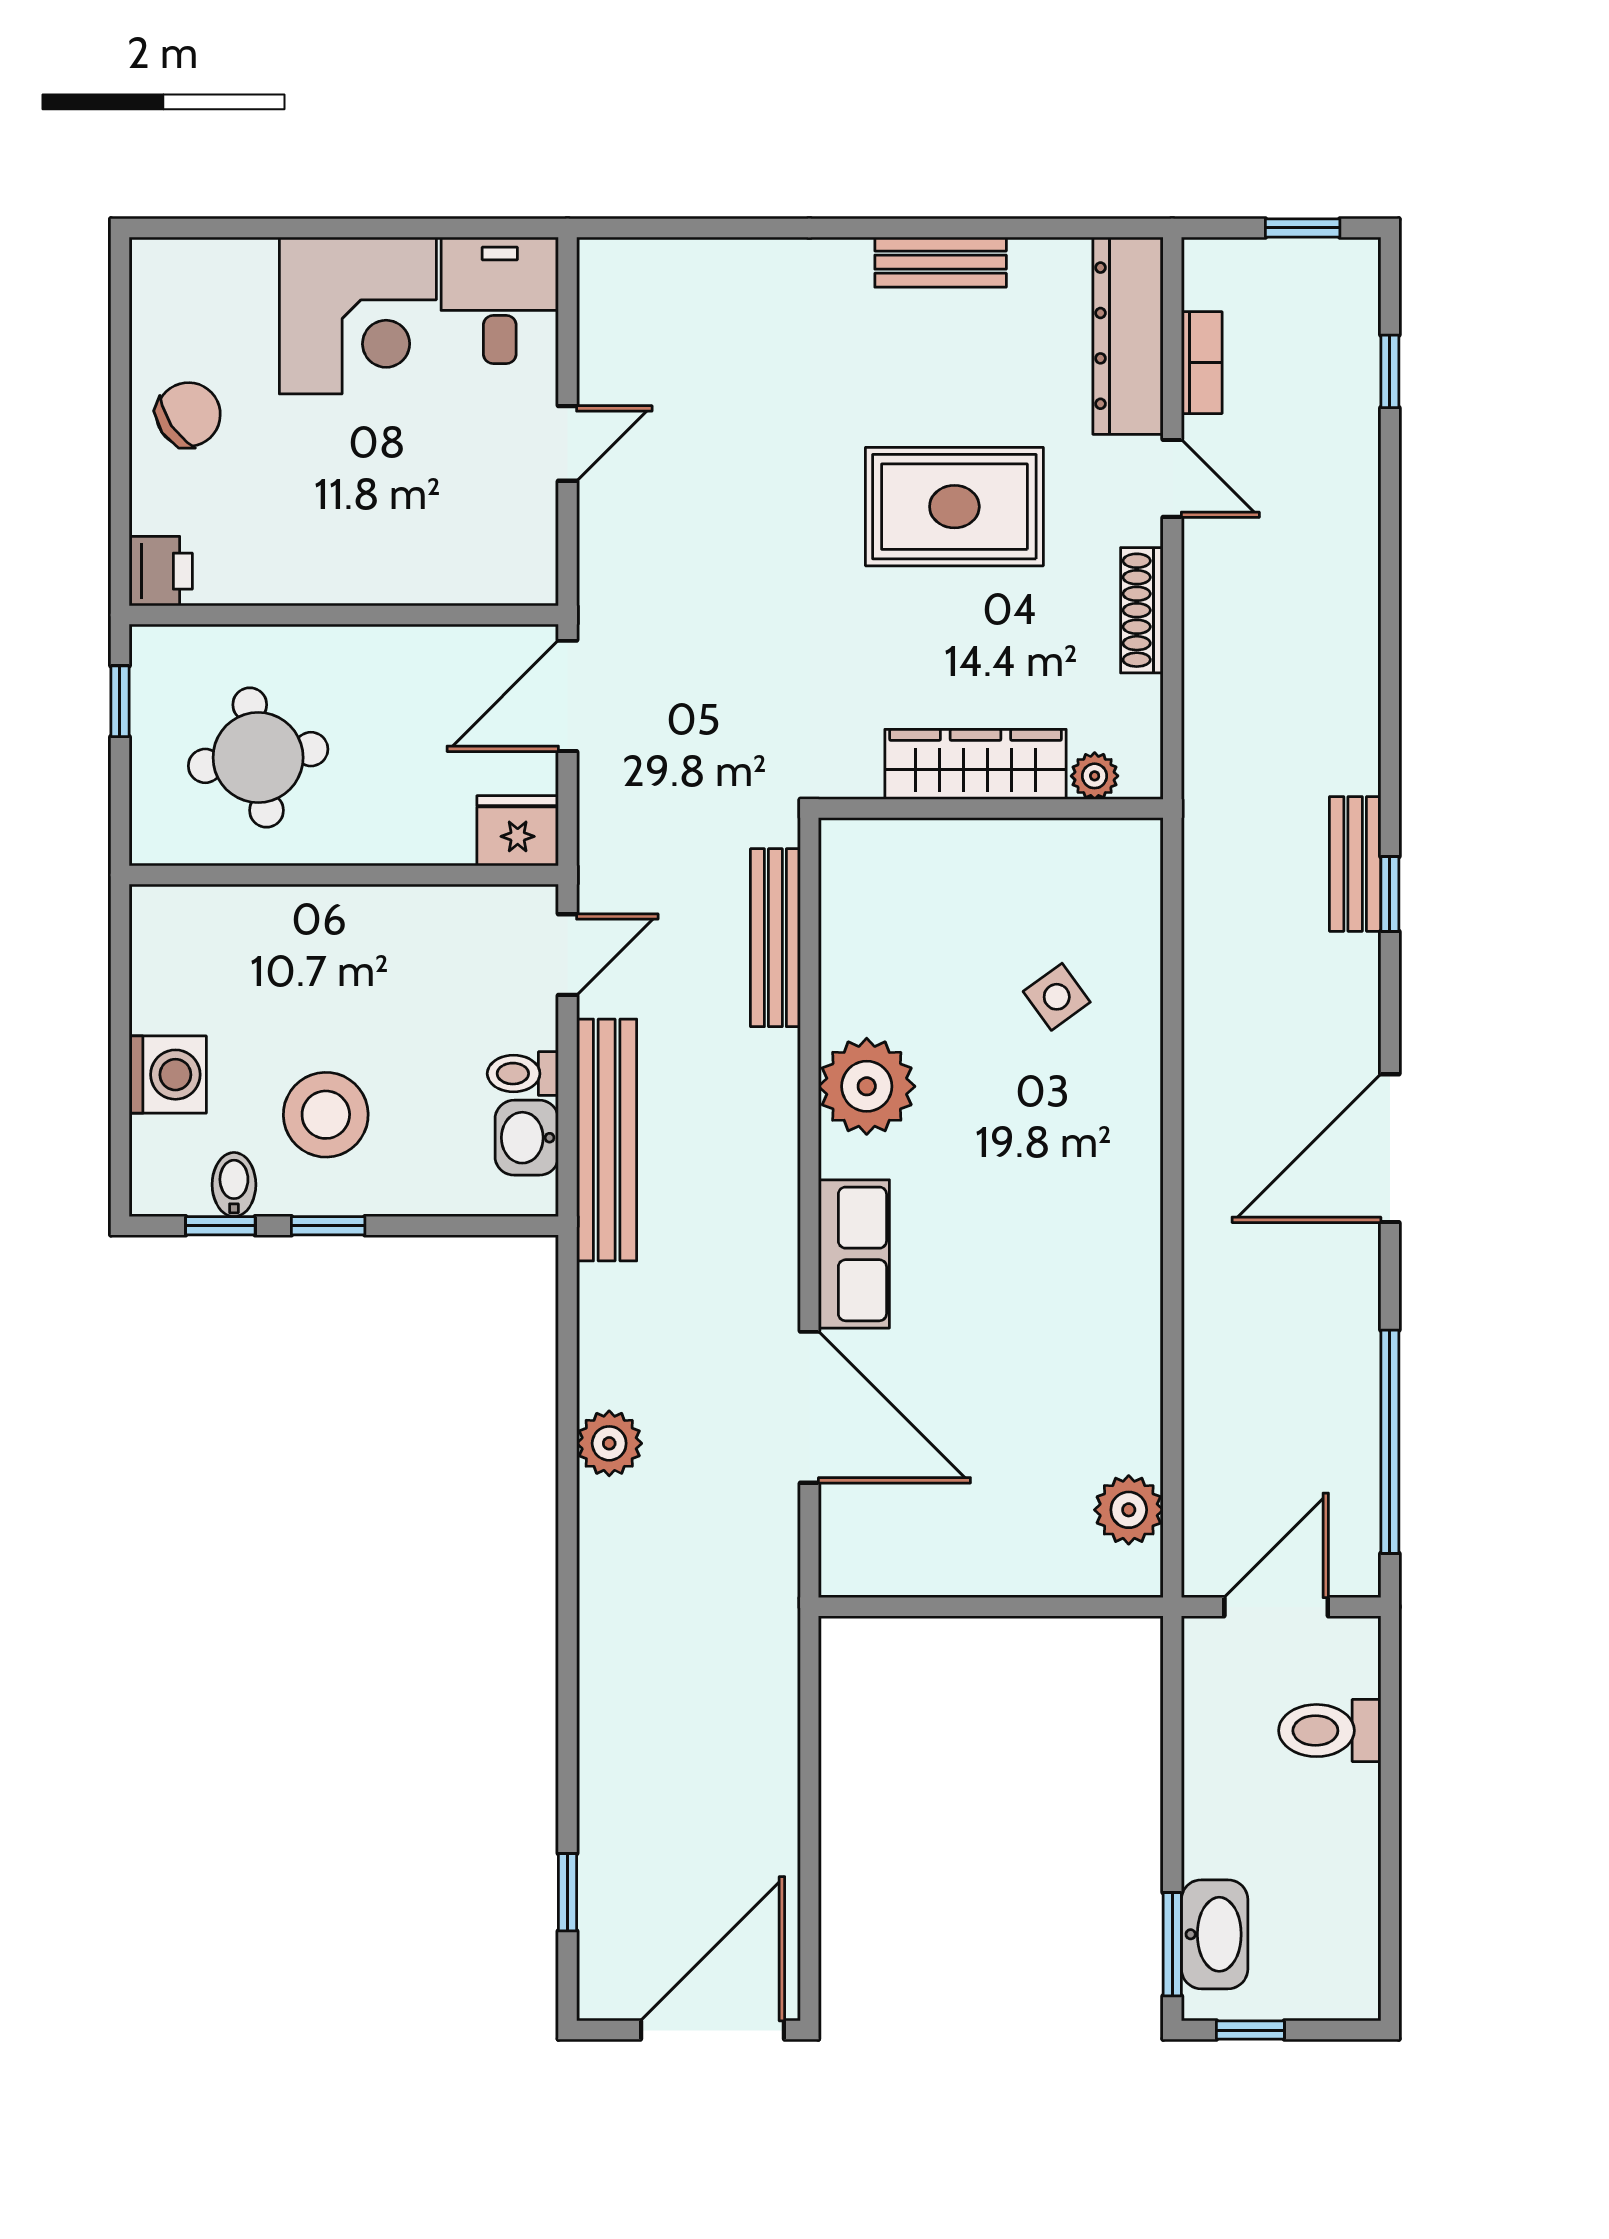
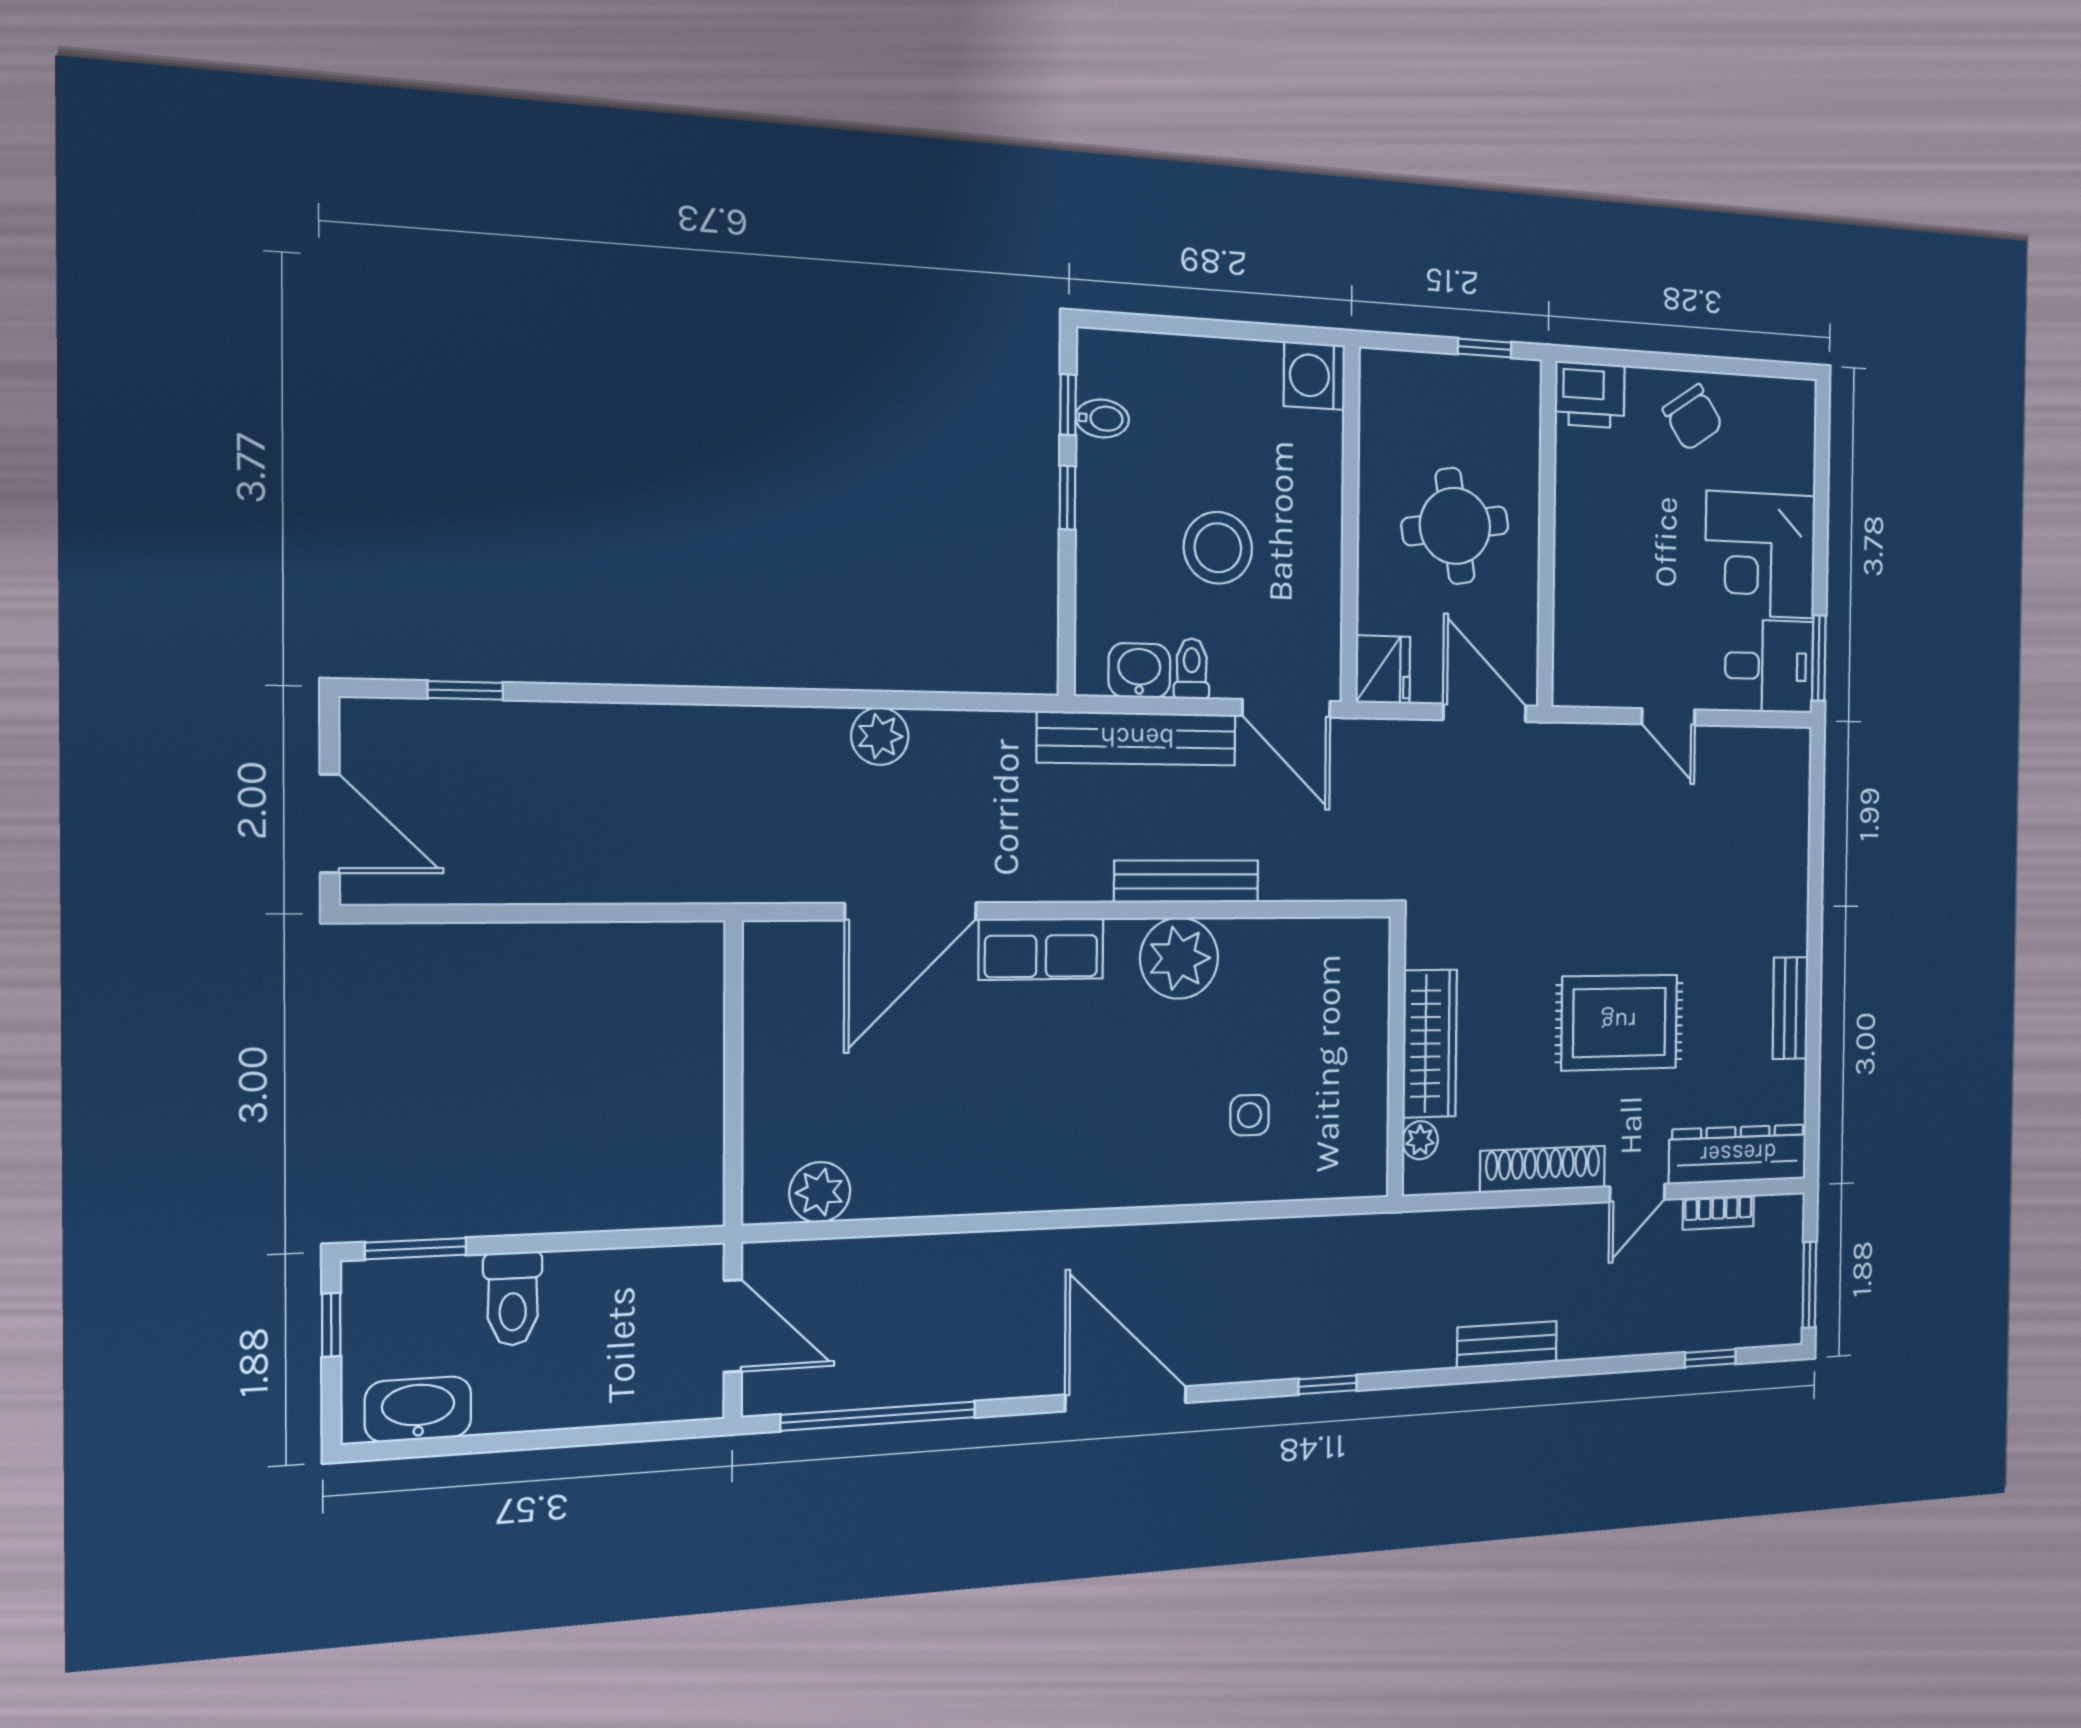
window: (487, 228) -> (1819, 658), added
window: (1303, 228) -> (1809, 1285), width x1.50
rug: (954, 507) -> (1619, 1022), turned 90
printer: (161, 571) -> (1590, 395), width x1.36, depth x1.24
shoe rack: (1142, 610) -> (1543, 1169), width x1.36, depth x1.24
round table: (258, 758) -> (1455, 526), moved
bench: (1355, 864) -> (1507, 1345), moved
bench: (775, 938) -> (1187, 881), moved
door: (567, 955) -> (1286, 708), width x1.38
side table: (1057, 997) -> (1250, 1115), turned 36
washing machine: (168, 1075) -> (1314, 376), moved, turned 90
stool: (326, 1115) -> (1218, 548), moved
toilet: (1330, 1731) -> (513, 1299), moved, turned 180
washbasin: (1215, 1934) -> (418, 1409), moved, turned 180
door: (712, 2030) -> (330, 824), width x0.73

